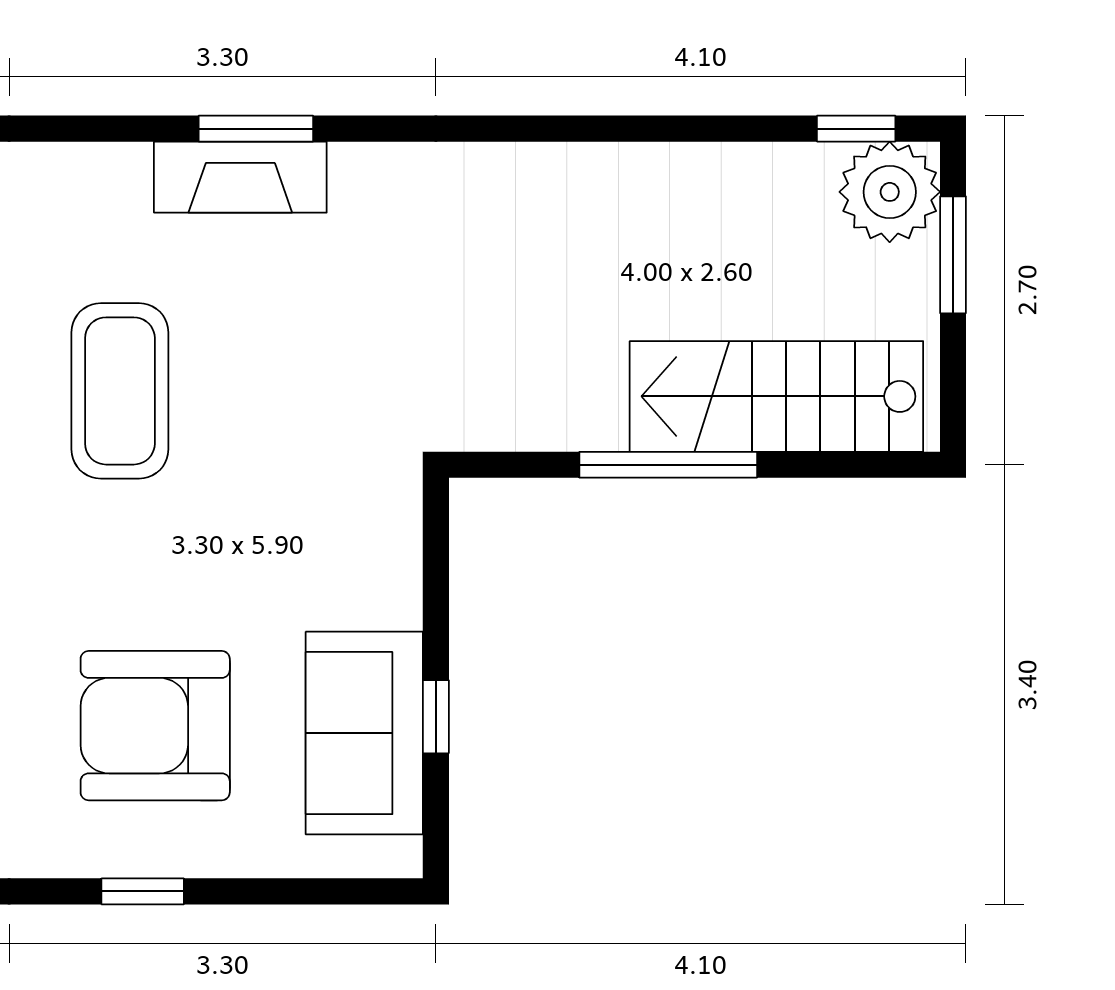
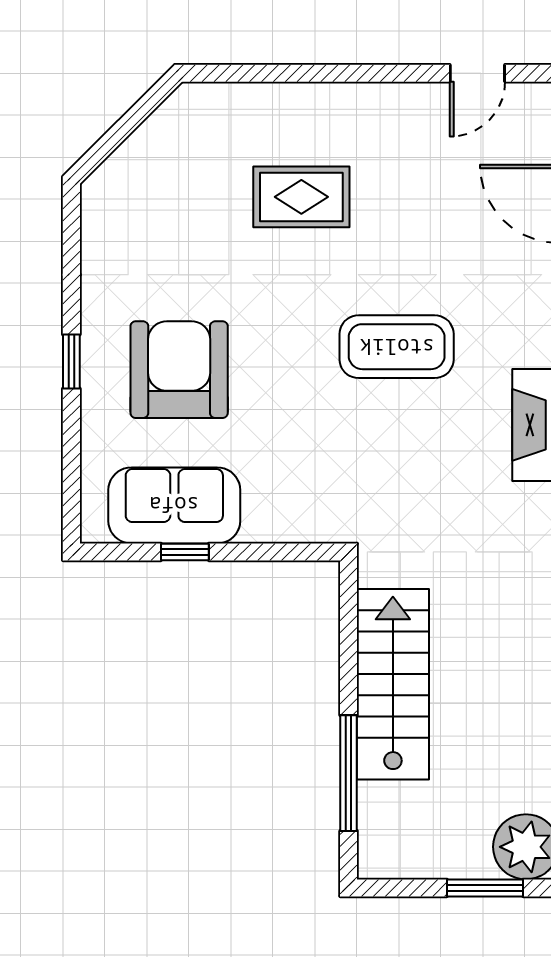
stairs: (776, 396) -> (393, 684), moved
window: (668, 465) -> (349, 773), moved

